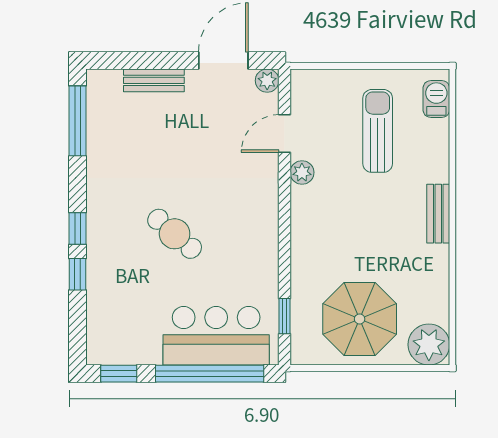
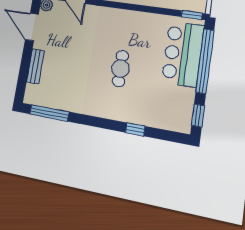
window: (78, 228) -> (109, 124), removed
cafe table: (175, 234) -> (120, 68), turned -41
window: (285, 316) -> (192, 15), moved

